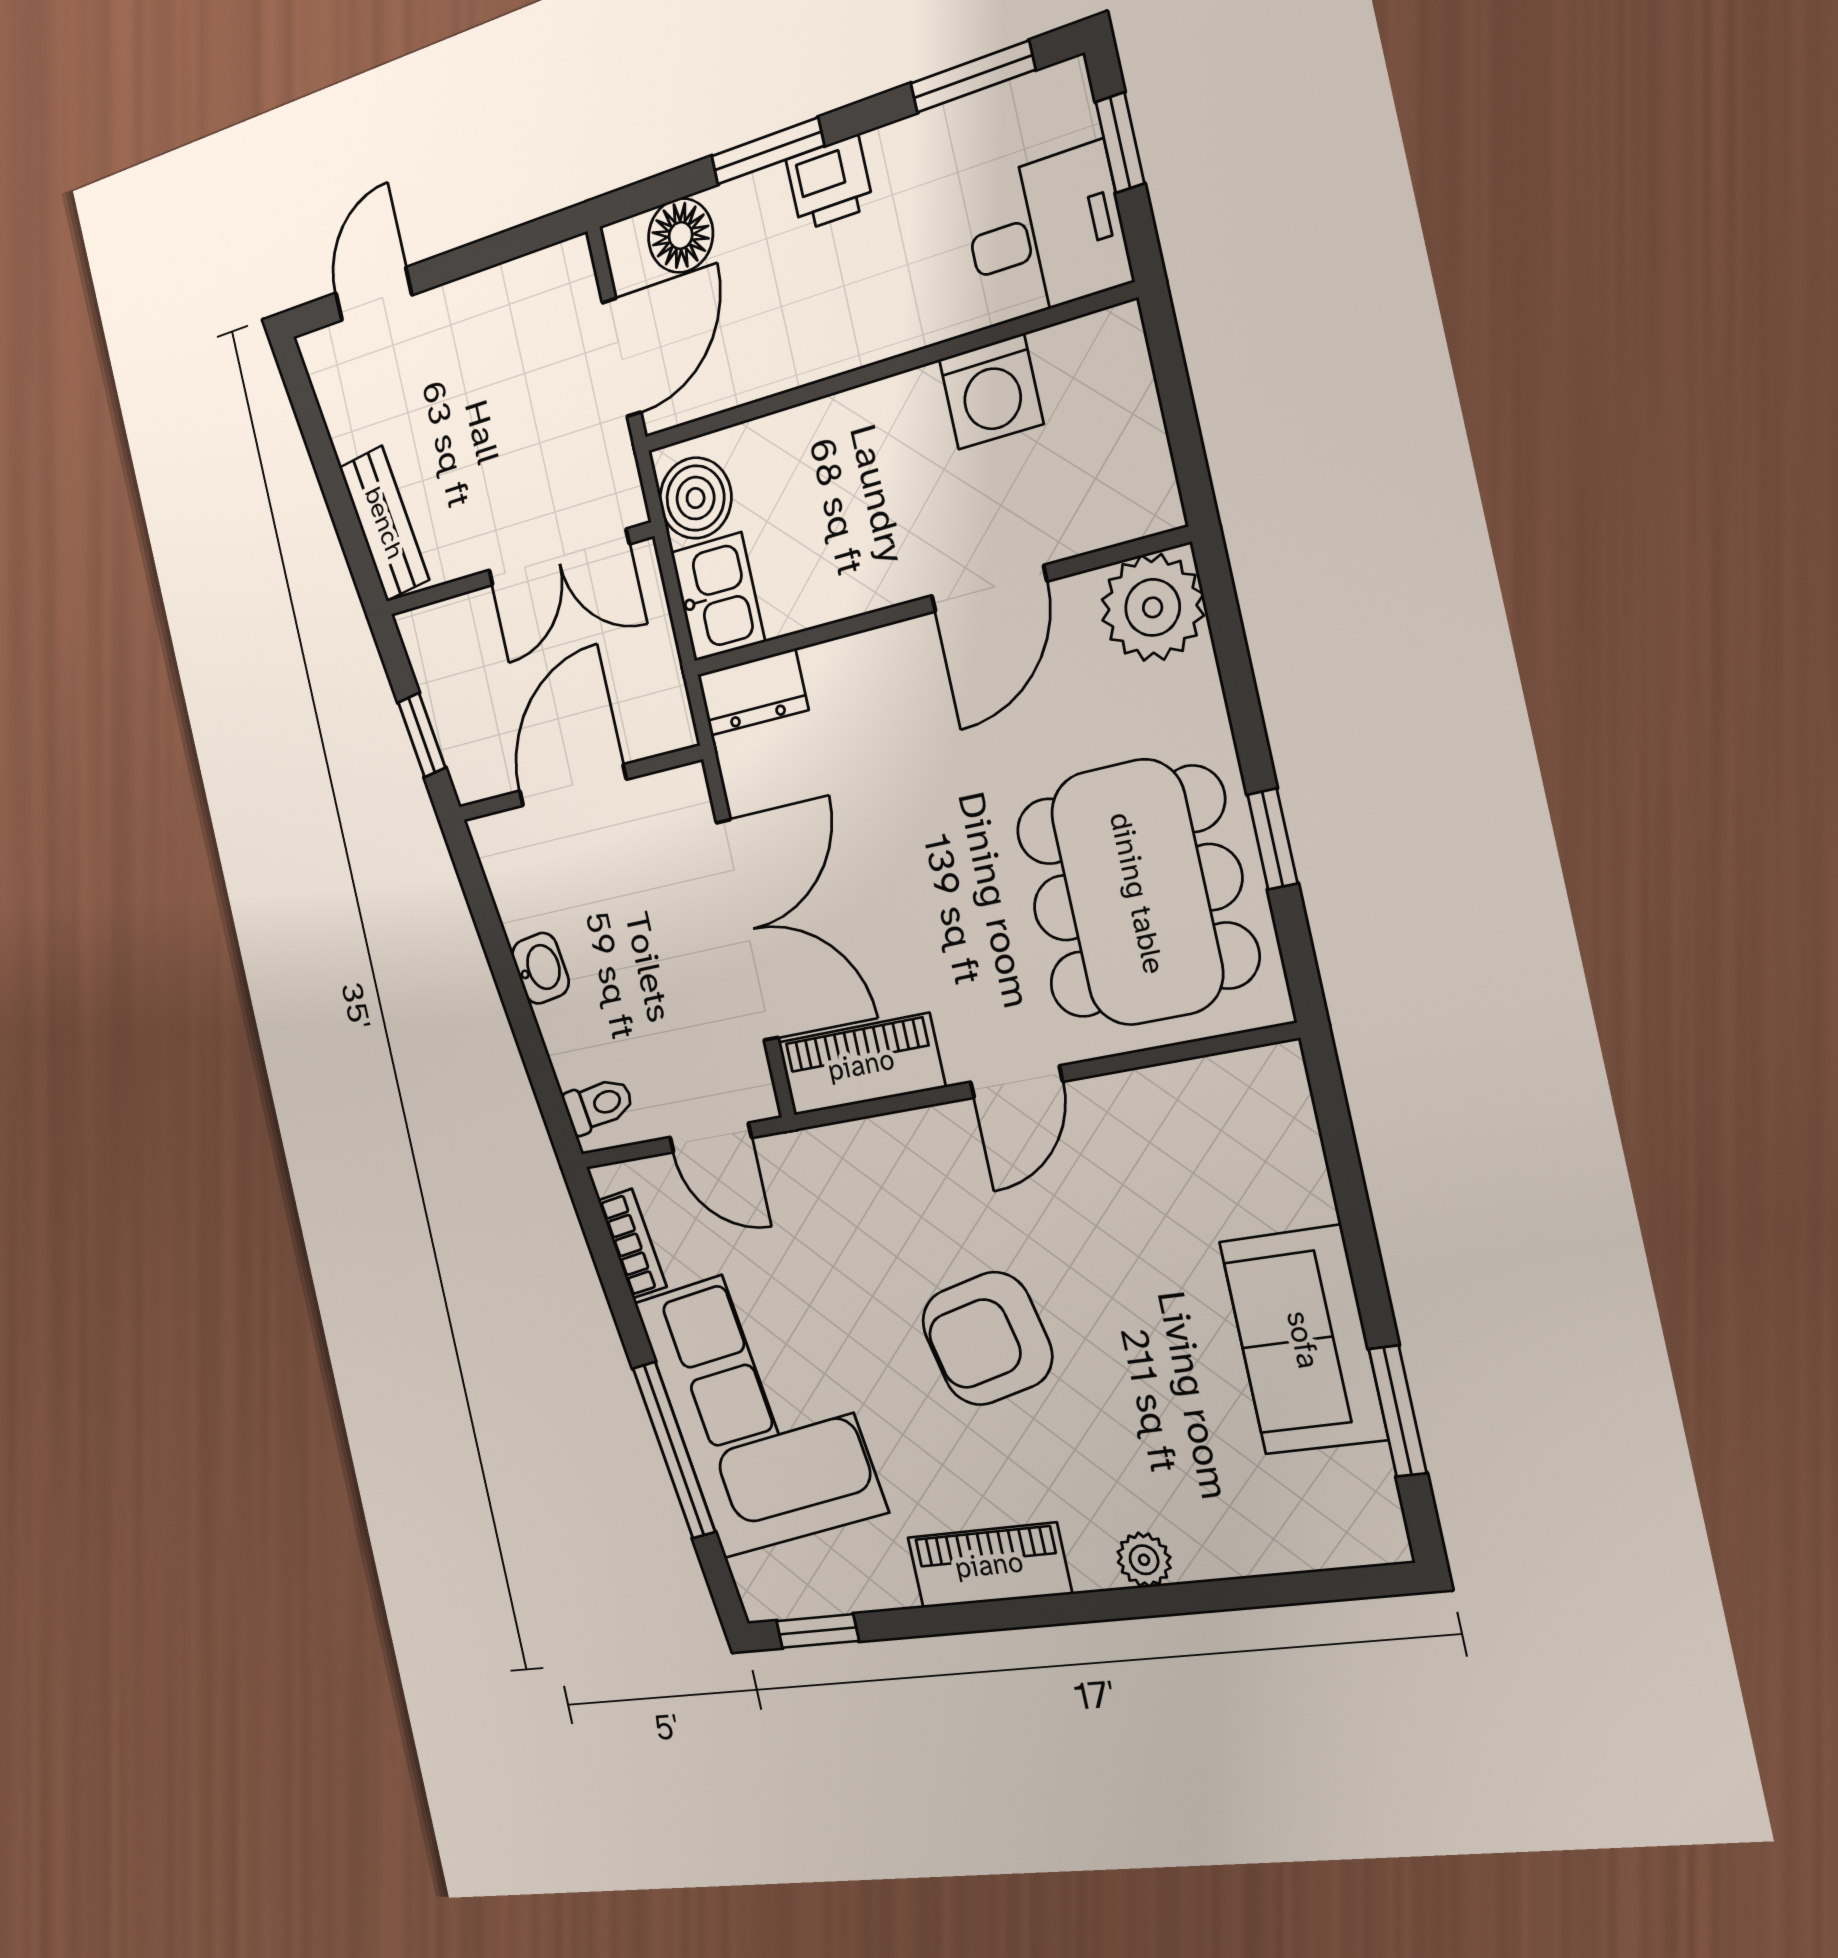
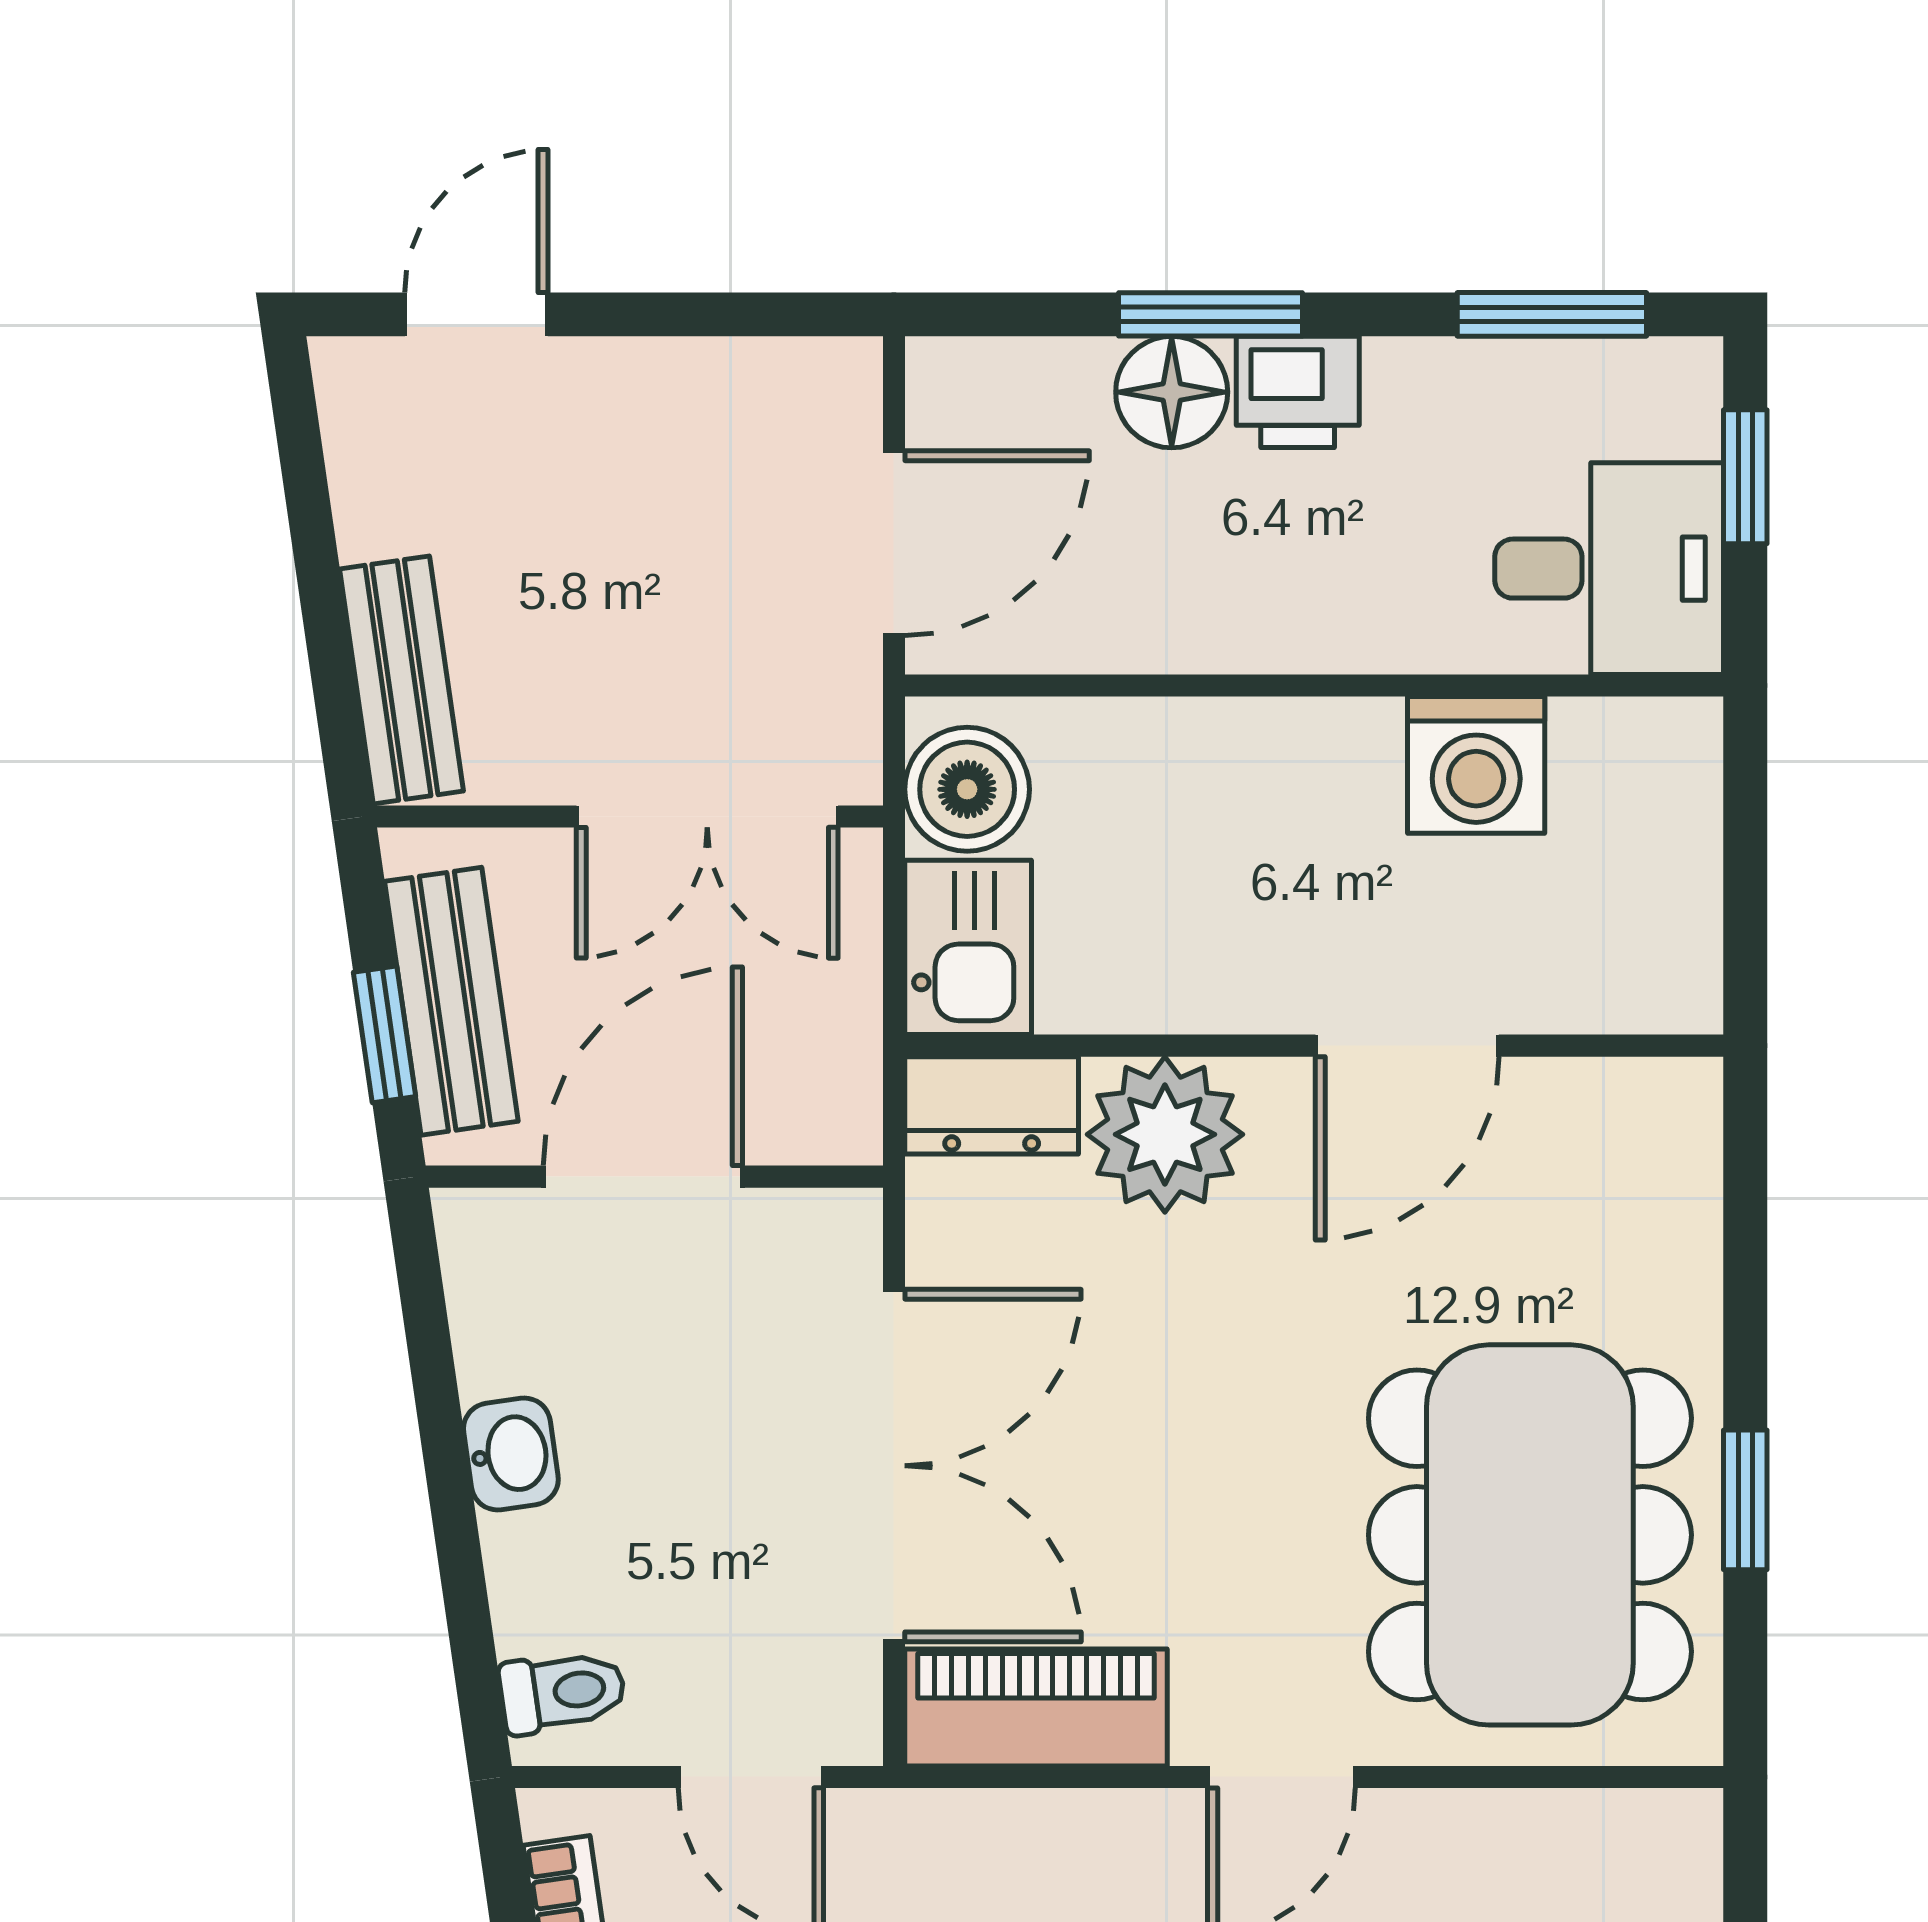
floor lamp: (681, 236) -> (1172, 392), moved
plant: (1153, 607) -> (1165, 1134), moved
bench: (451, 706) -> (451, 1001), added

